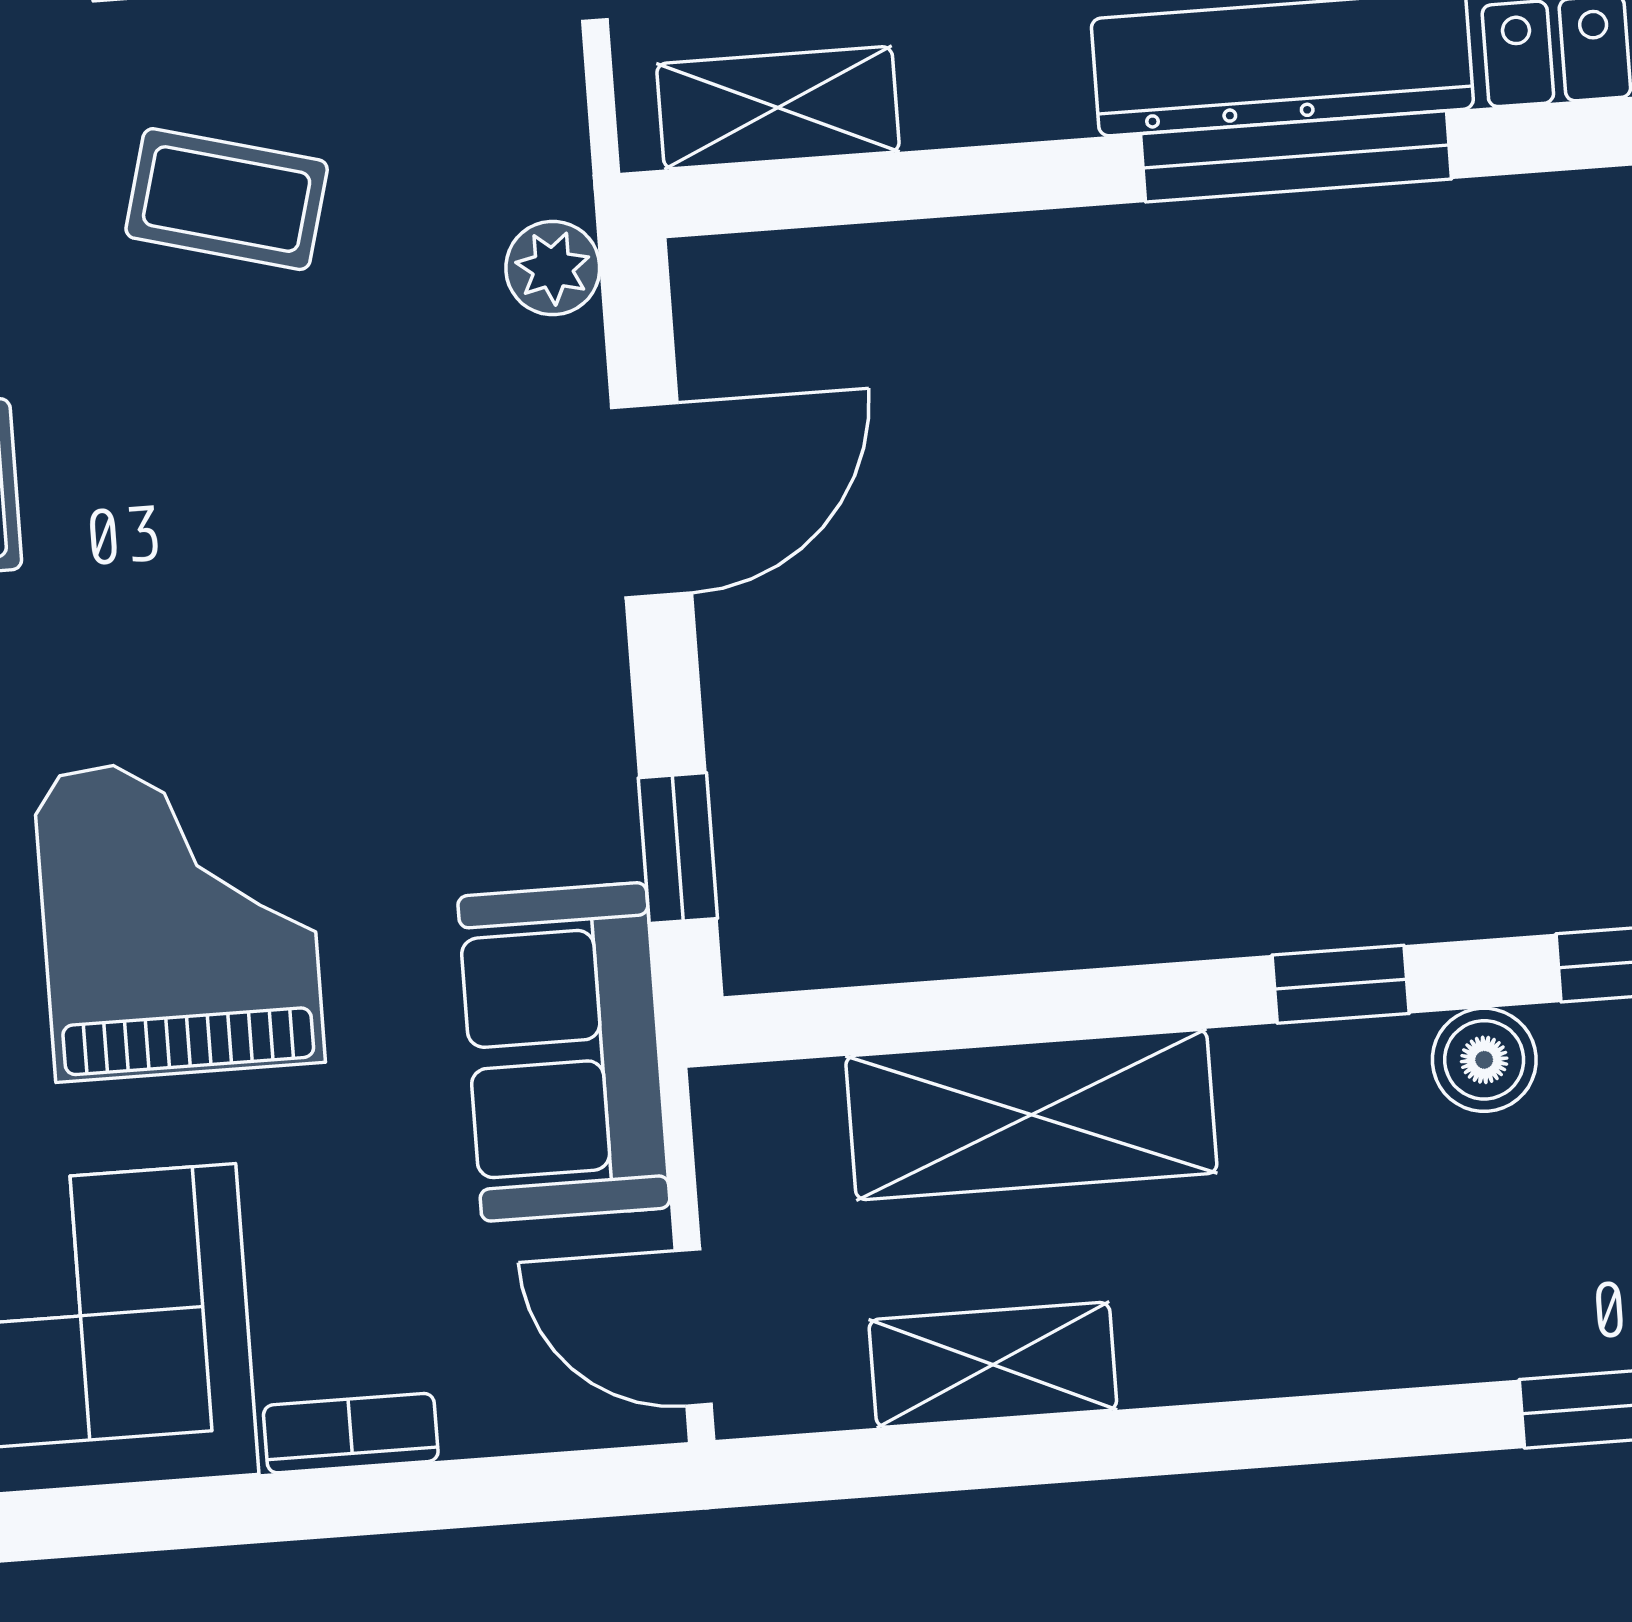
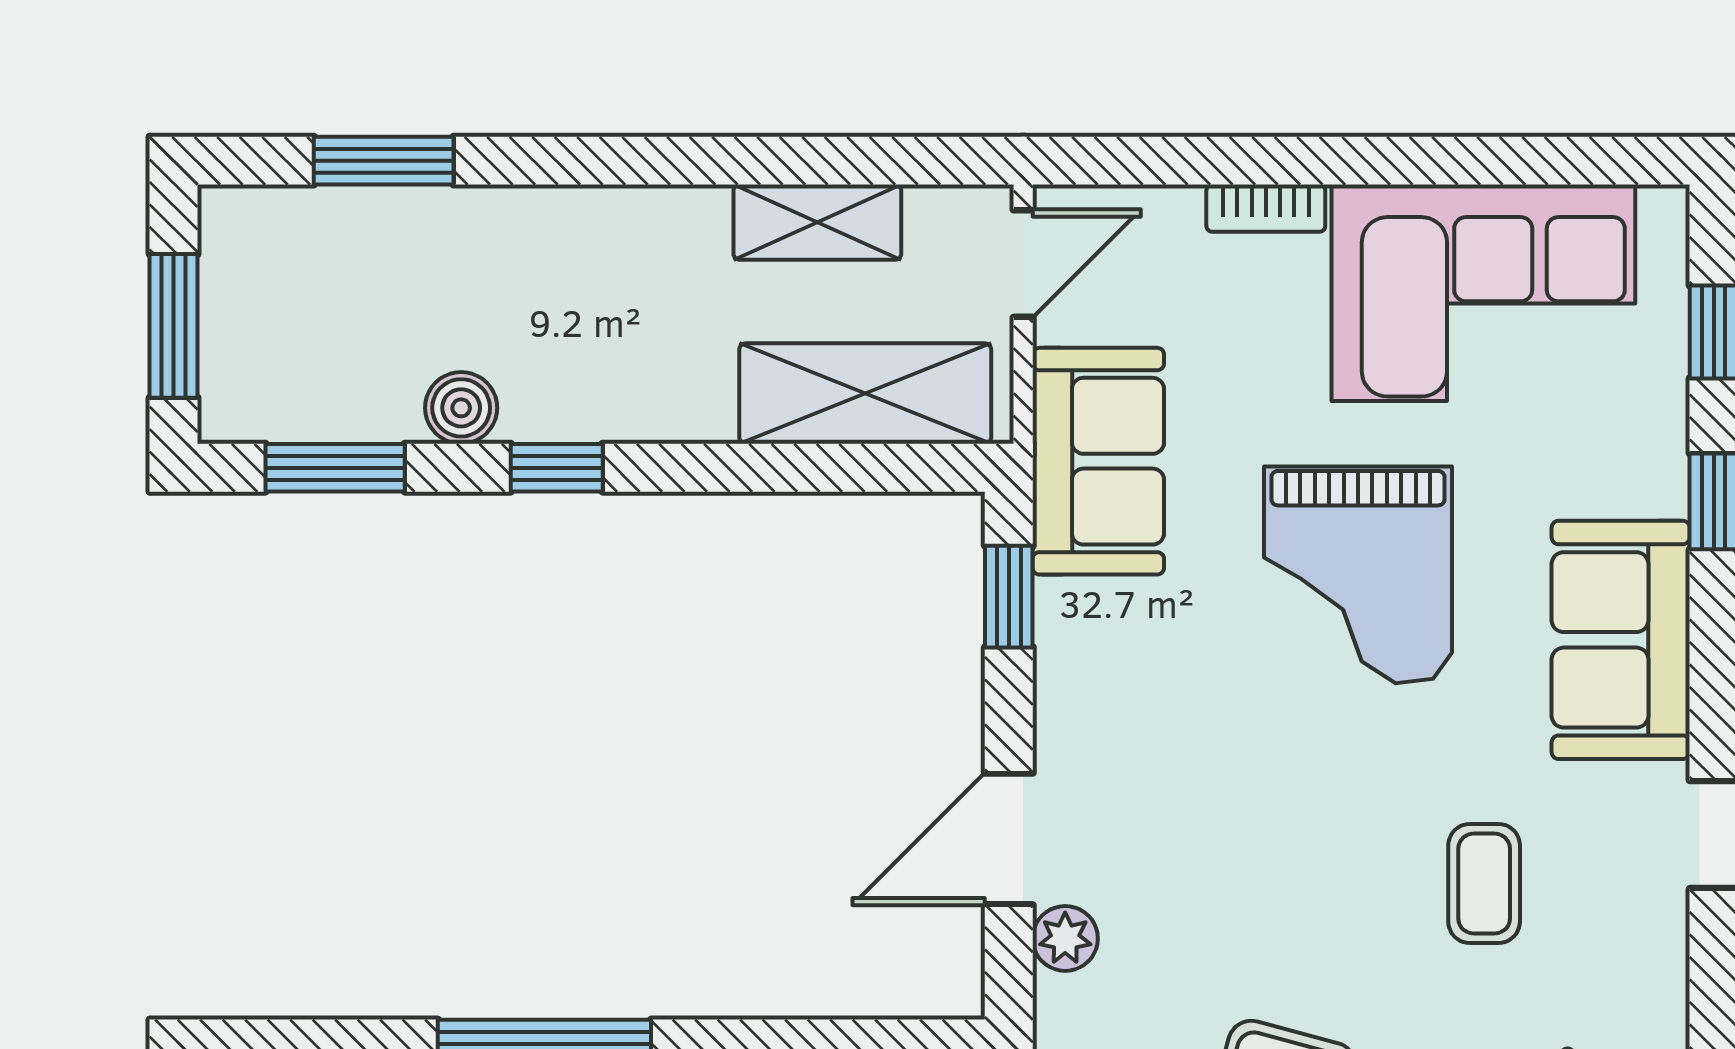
plant: (553, 268) -> (1065, 938), moved
shelving: (1031, 1115) -> (865, 393), moved
door: (693, 1328) -> (1023, 264), hinge flipped

